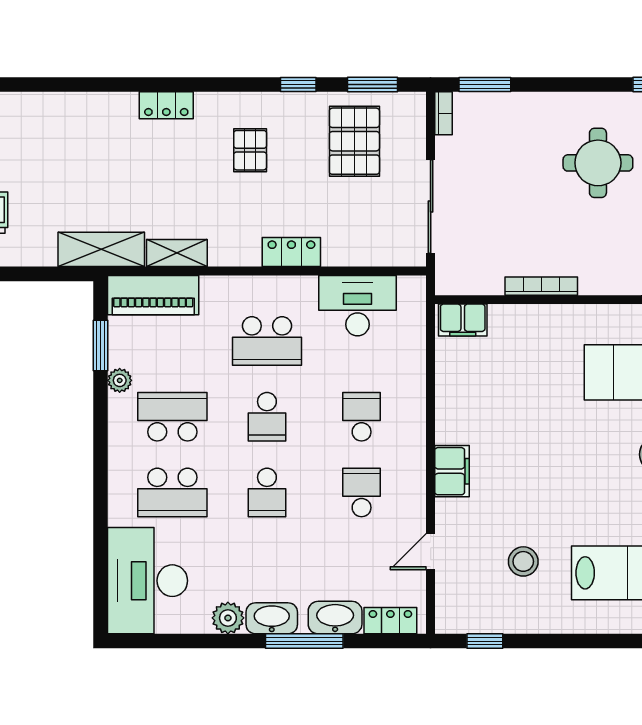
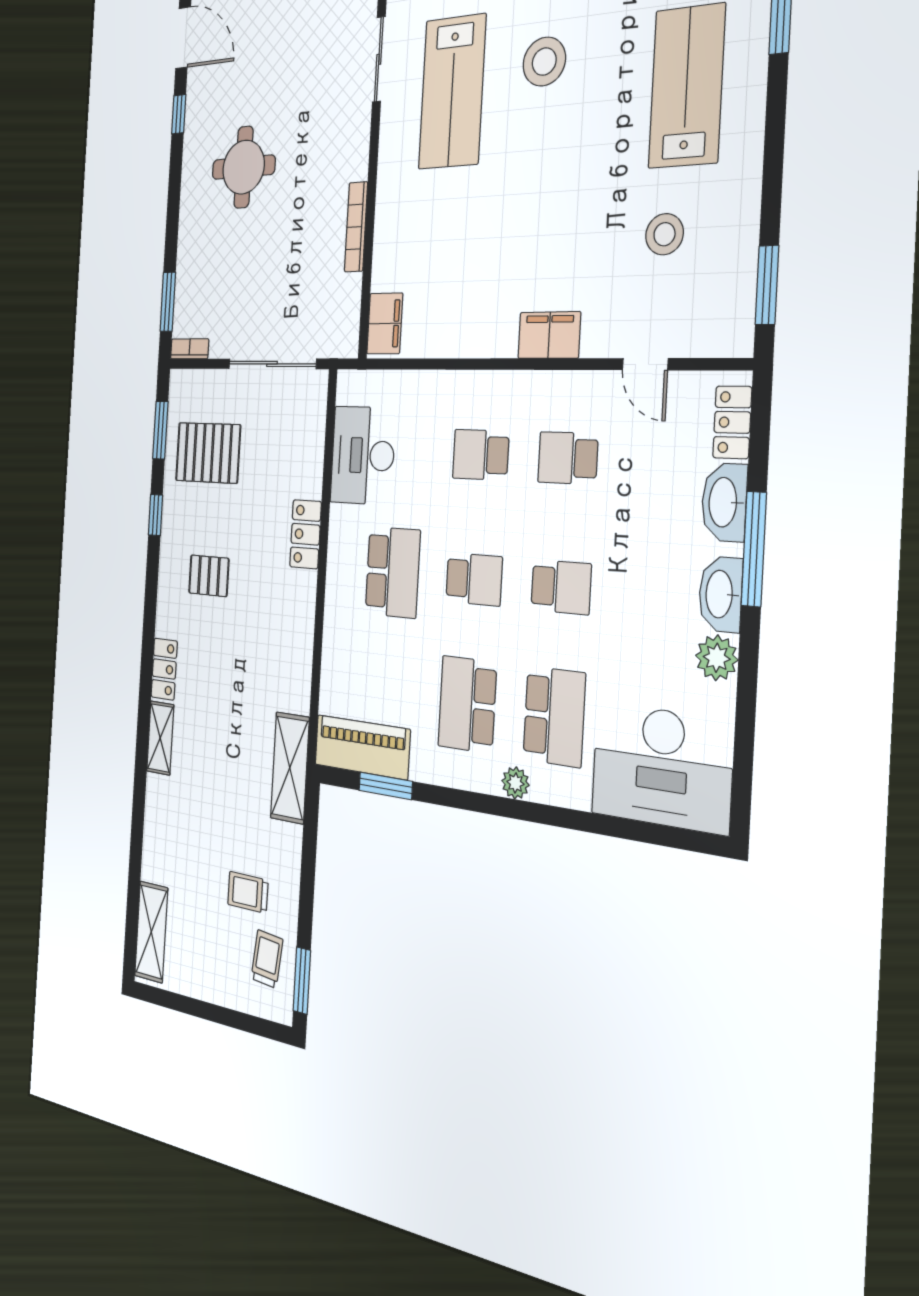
shelving: (177, 253) -> (160, 738), moved
piano: (153, 295) -> (362, 747), moved, turned -90
plant: (120, 380) -> (515, 783), moved
window: (485, 641) -> (767, 285), width x1.50

